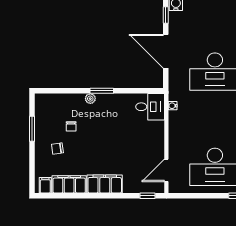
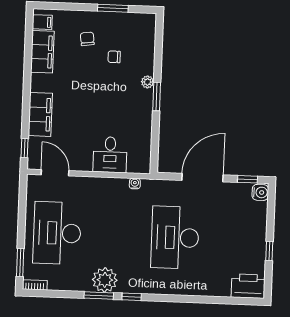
desk: (150, 107) -> (110, 155), moved
filing cabinet: (105, 184) -> (40, 114), moved

